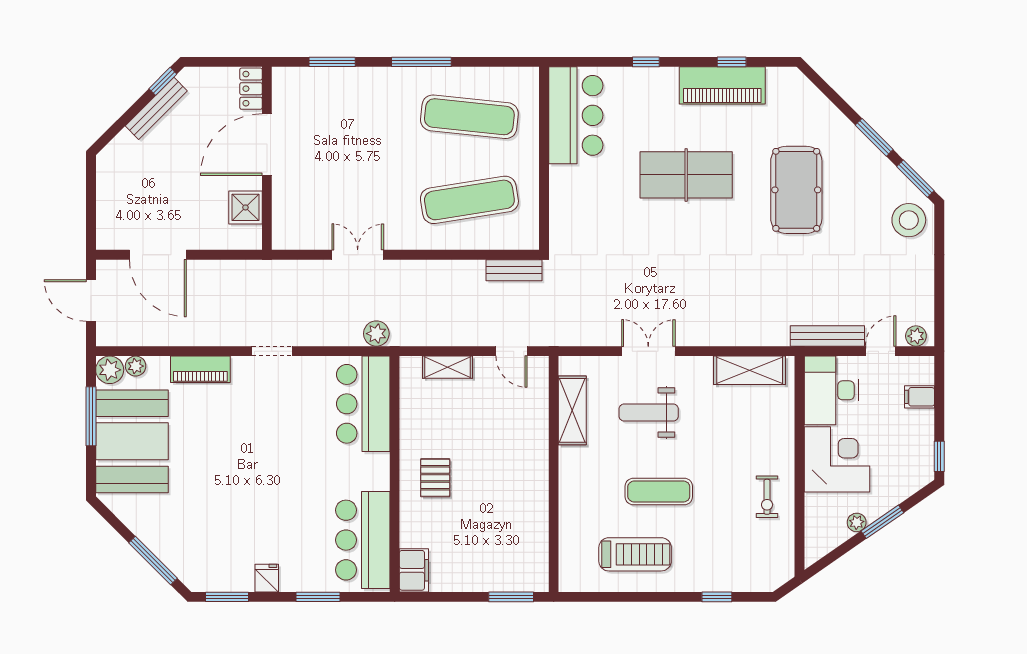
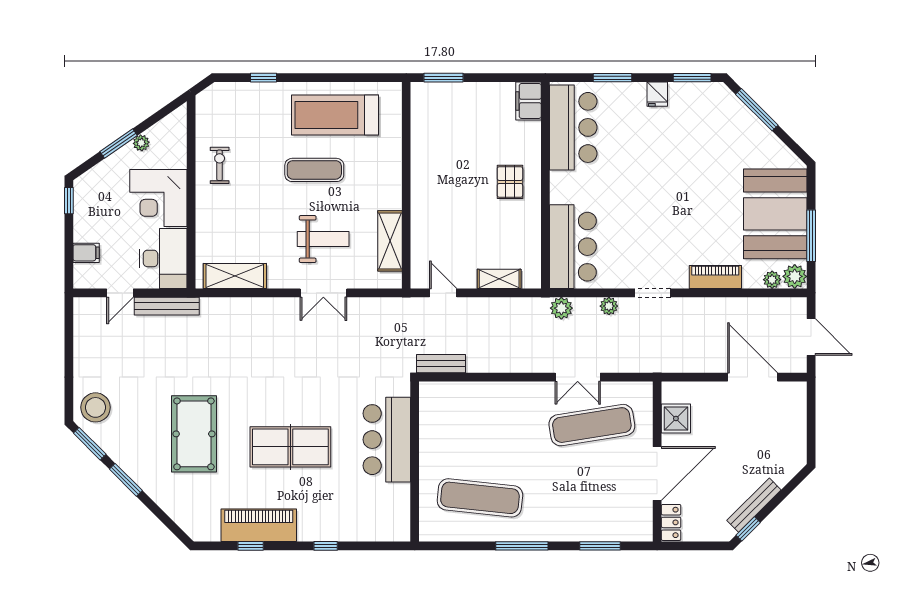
bar counter: (576, 115) -> (387, 440), moved
exercise mat: (469, 200) -> (592, 425), moved
plant: (916, 336) -> (609, 306), moved
treadmill: (635, 554) -> (335, 115), width x1.37, depth x1.38

